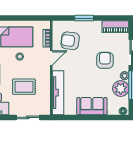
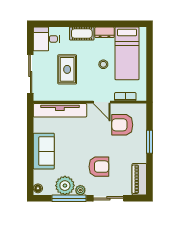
armchair: (70, 41) -> (122, 125), turned -97
sliding door: (28, 117) -> (30, 74), width x1.37

